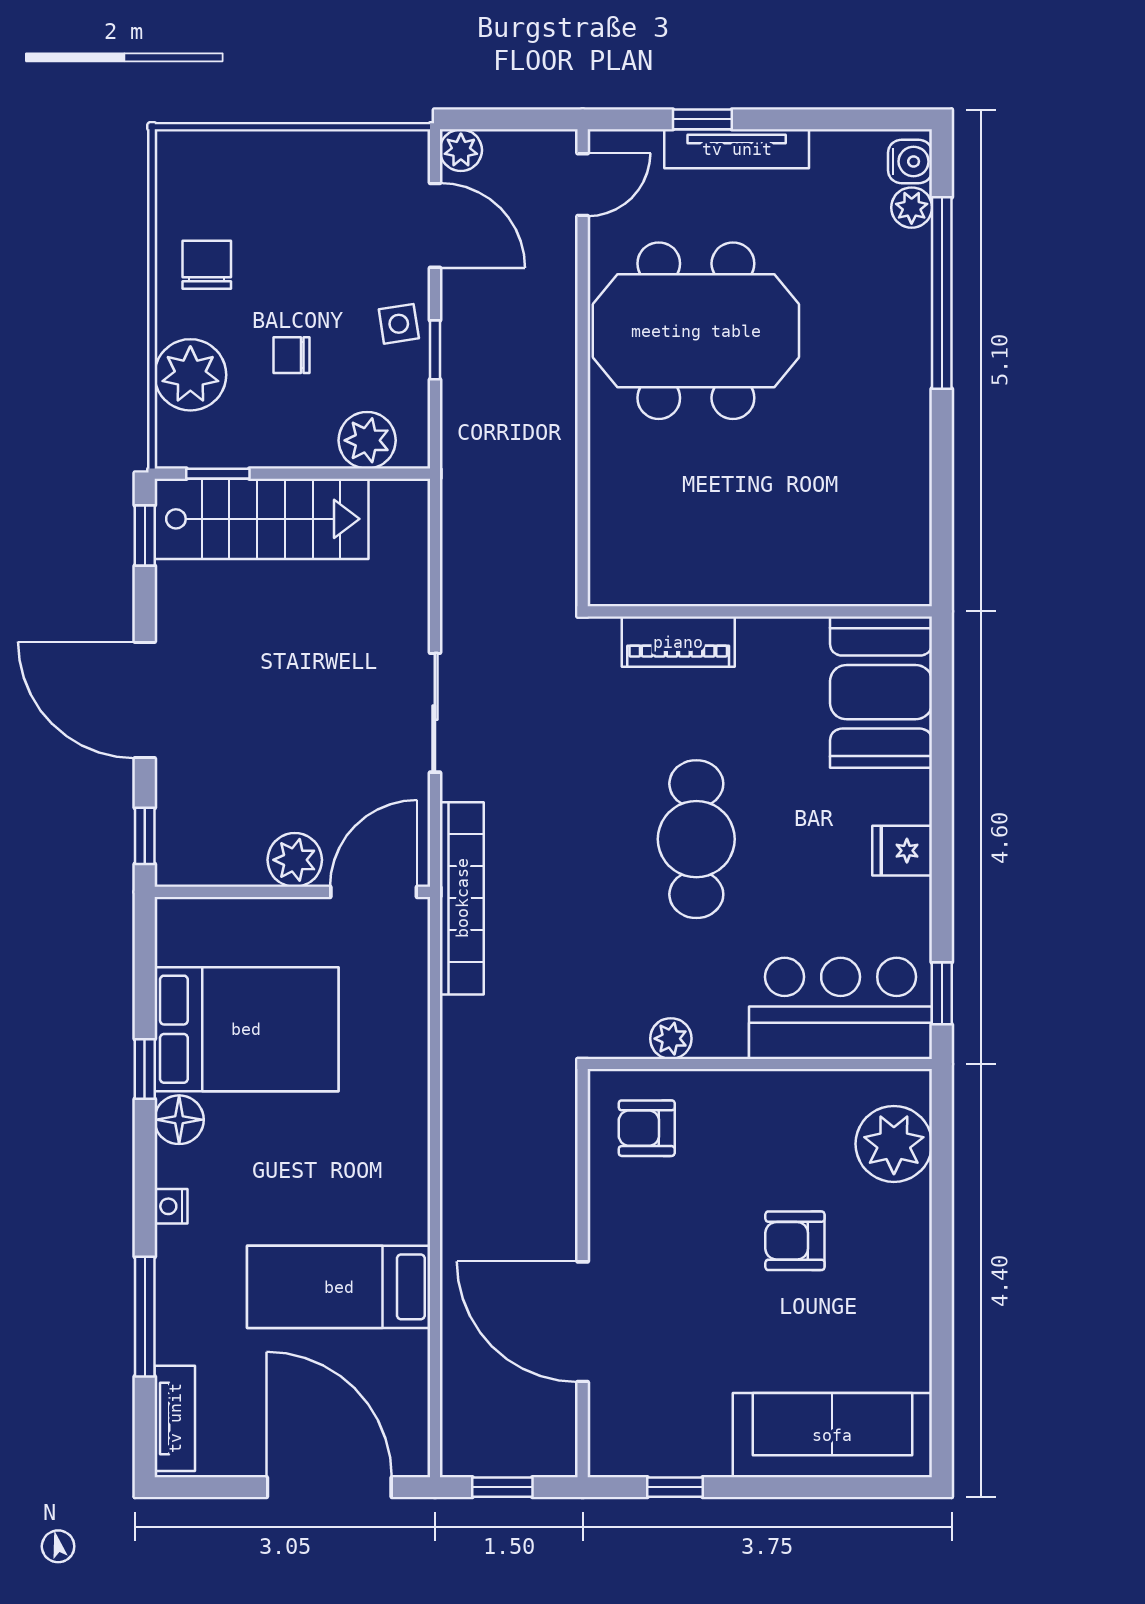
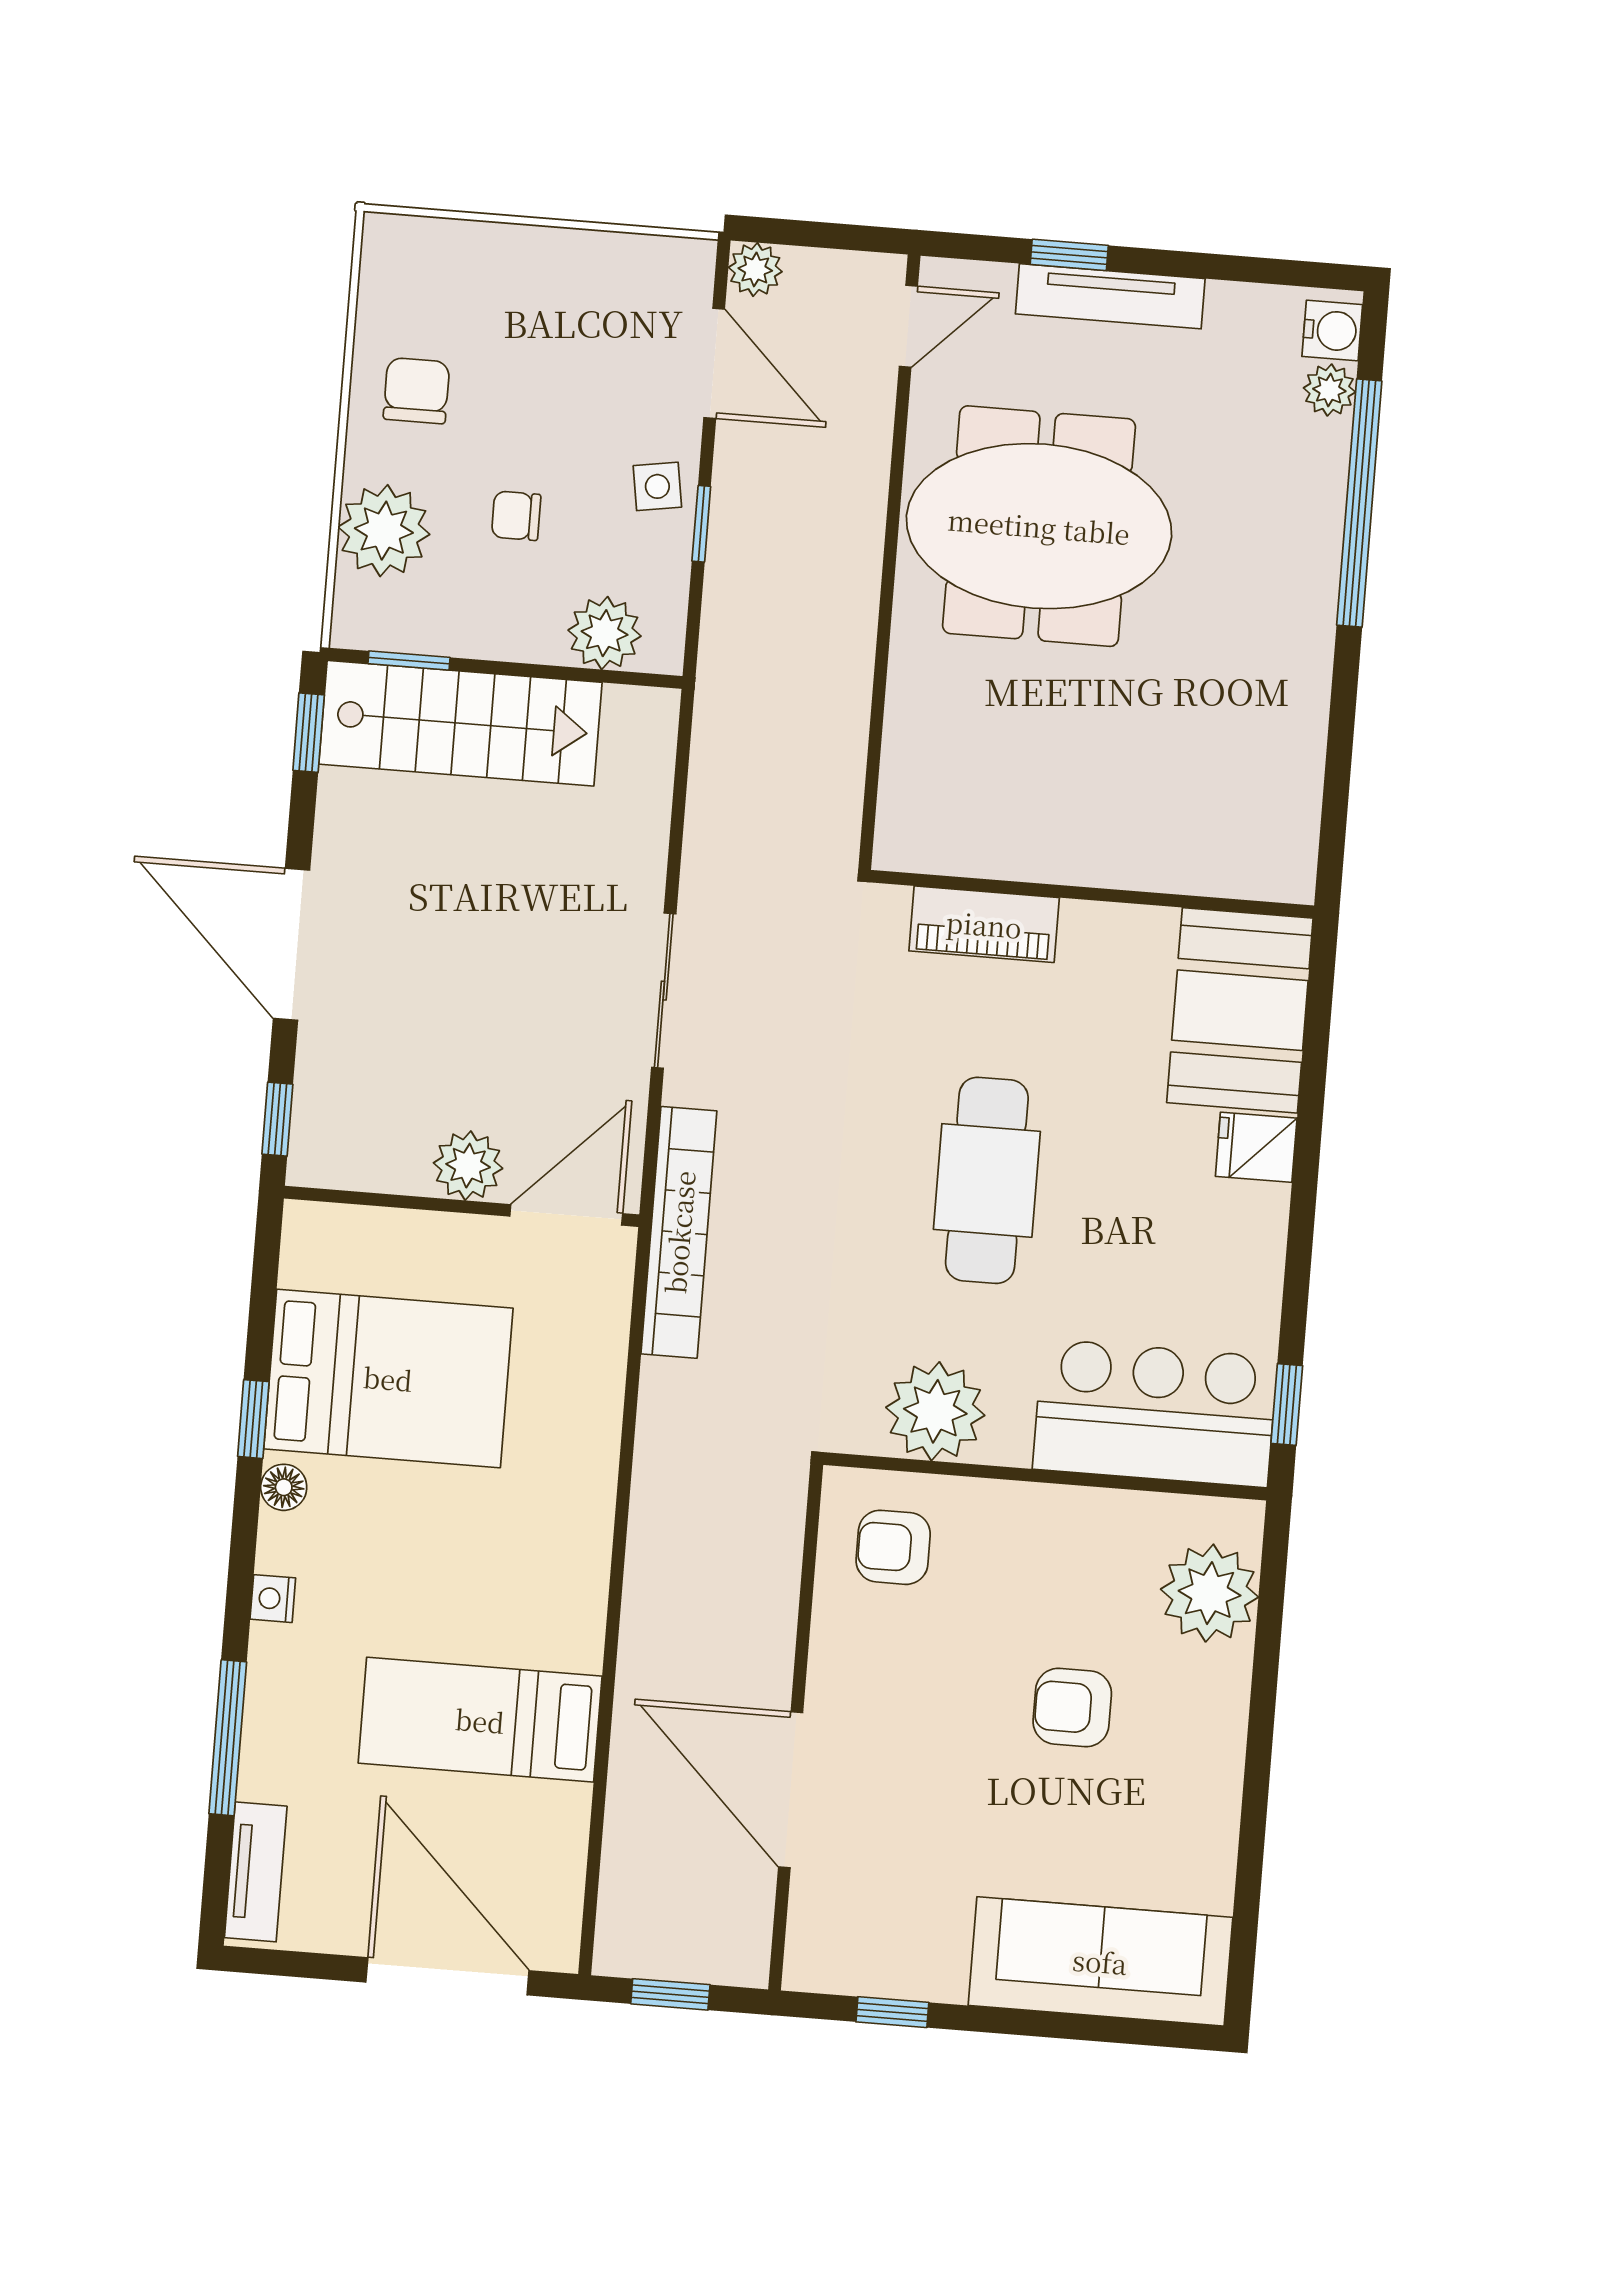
fridge: (902, 851) -> (1256, 1147), moved
plant: (671, 1039) -> (935, 1411), width x1.88, depth x1.88
floor lamp: (179, 1120) -> (284, 1487), width x0.73, depth x0.73

